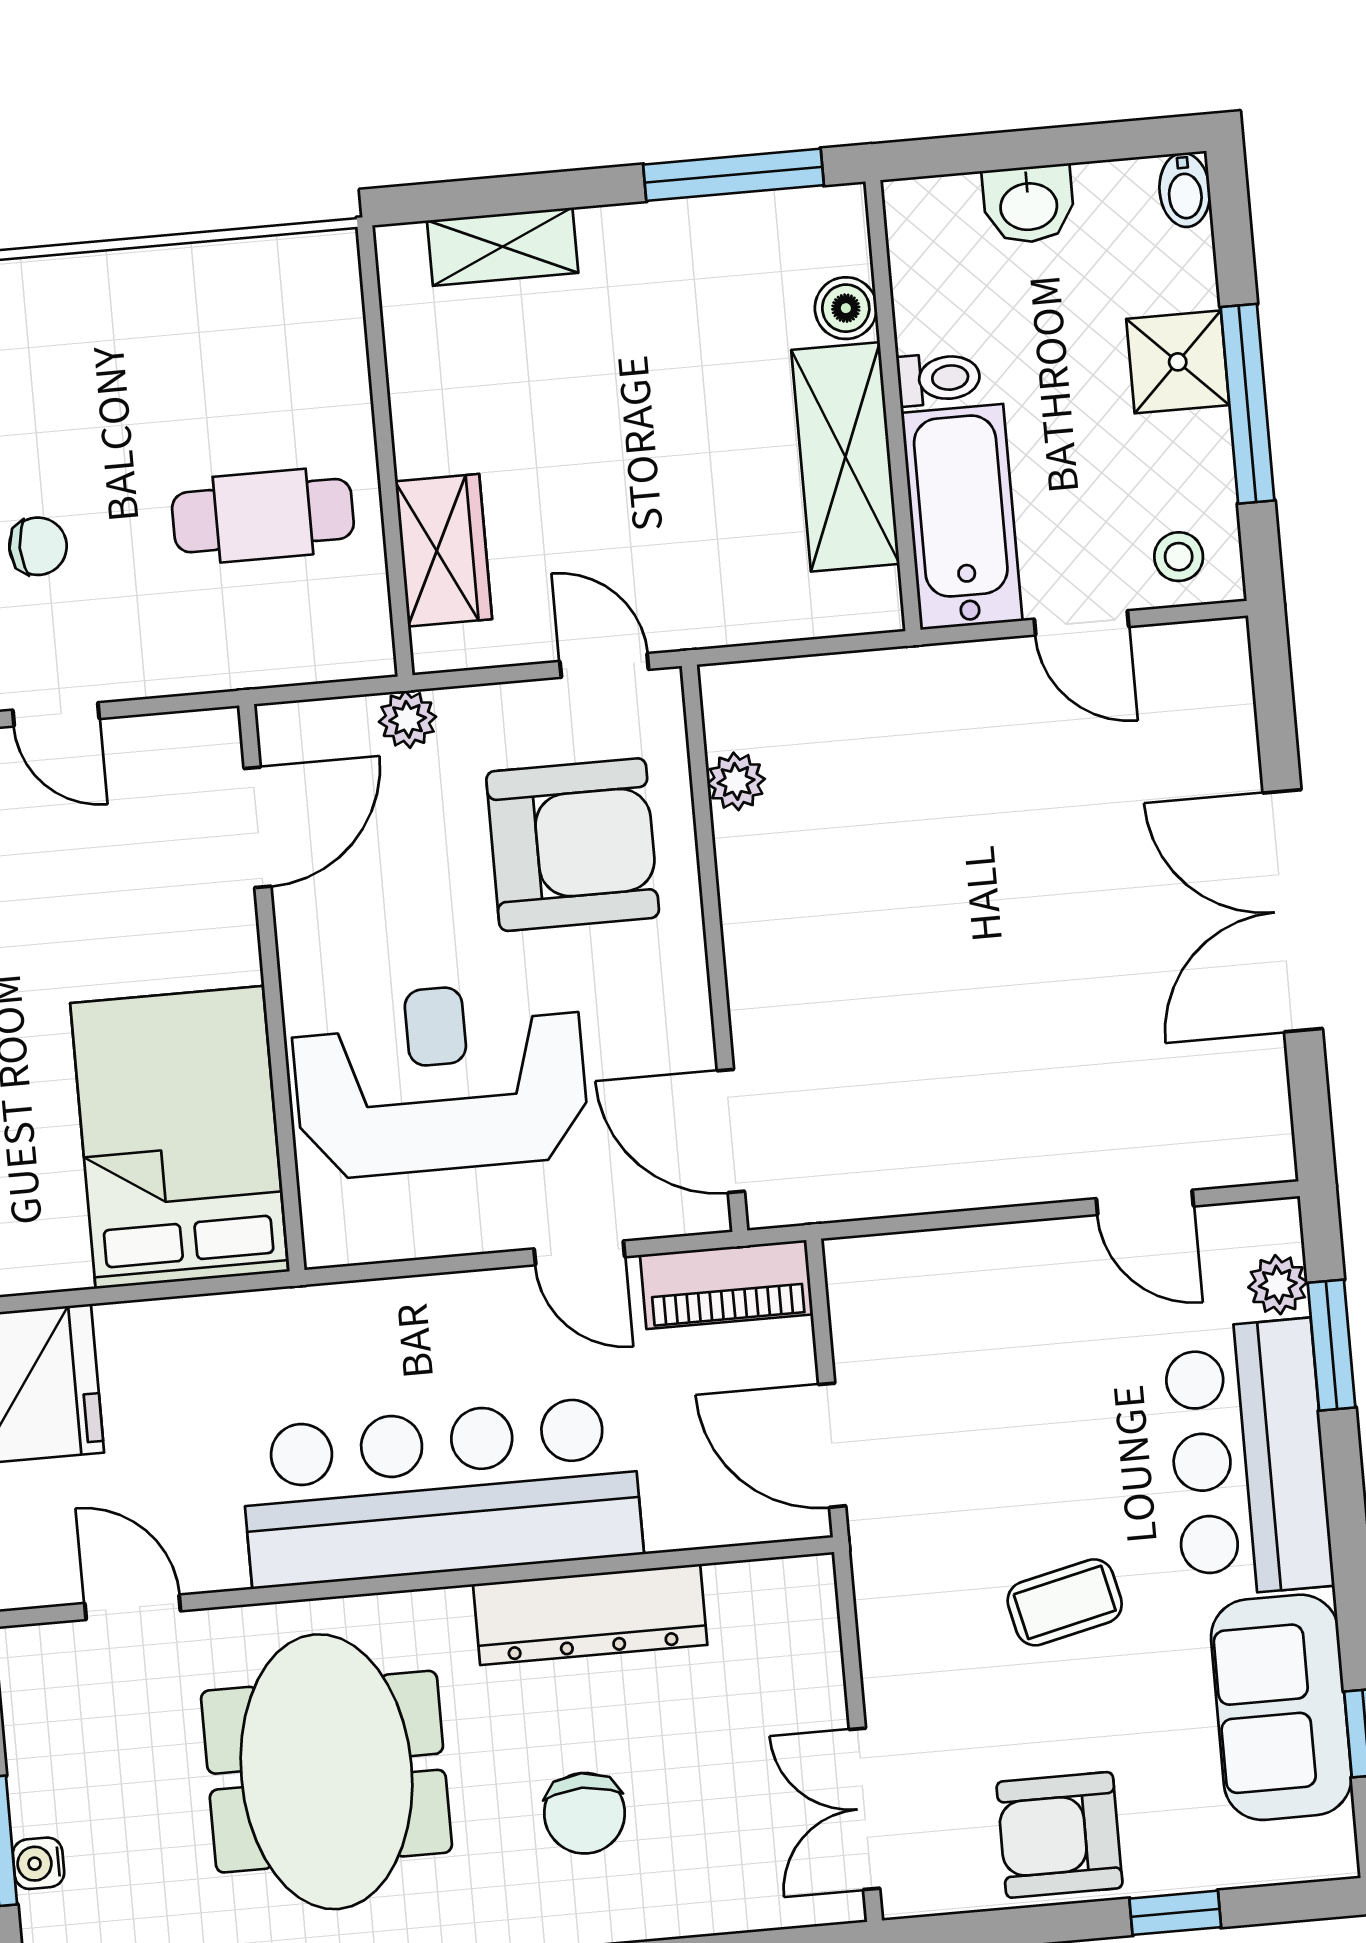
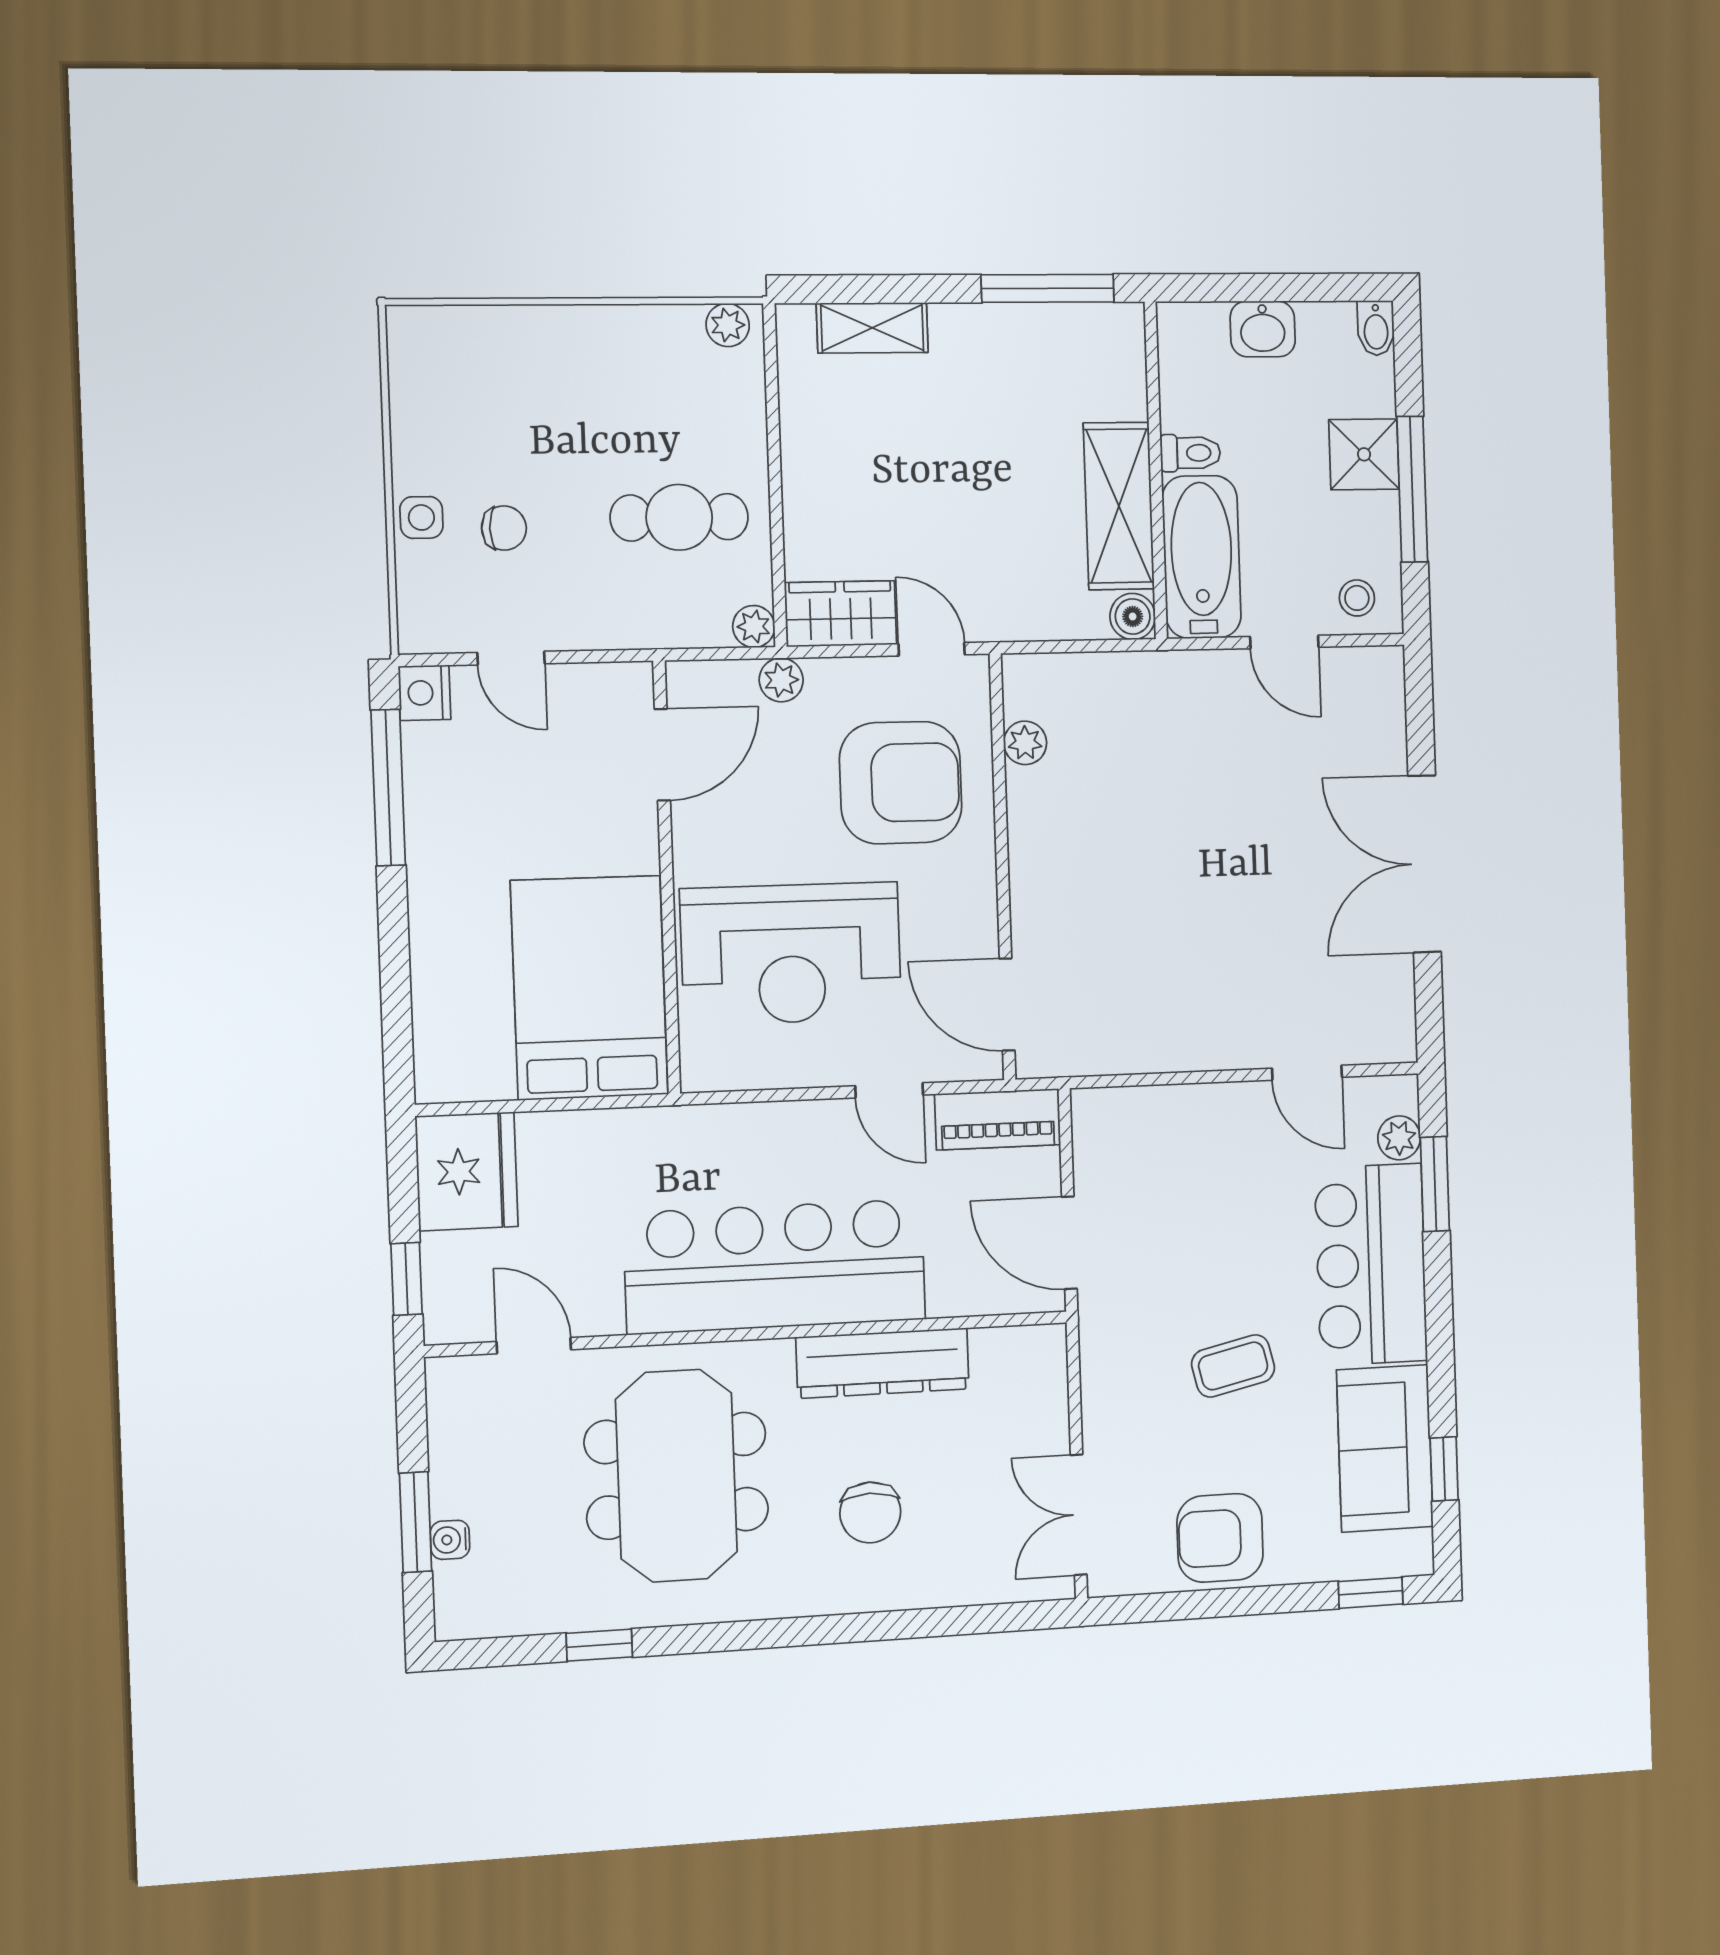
plant: (313, 259) -> (728, 325), added
boiler: (846, 308) -> (1133, 616), moved
wardrobe: (444, 550) -> (841, 614), moved, turned -90
plant: (368, 652) -> (754, 626), added
reception desk: (440, 1079) -> (791, 954), turned 180
window: (1175, 1913) -> (1371, 1593), moved

